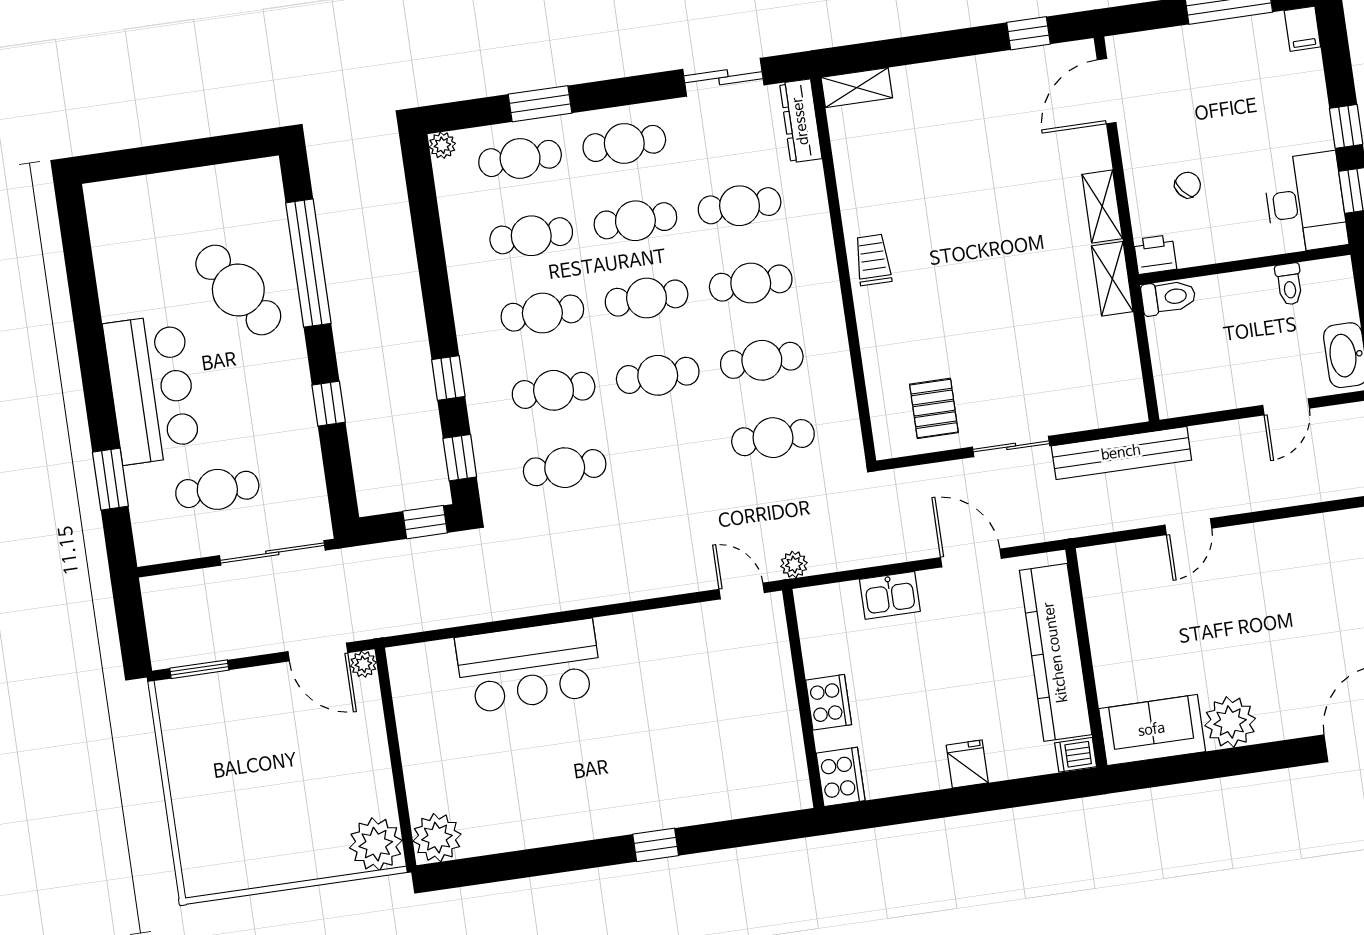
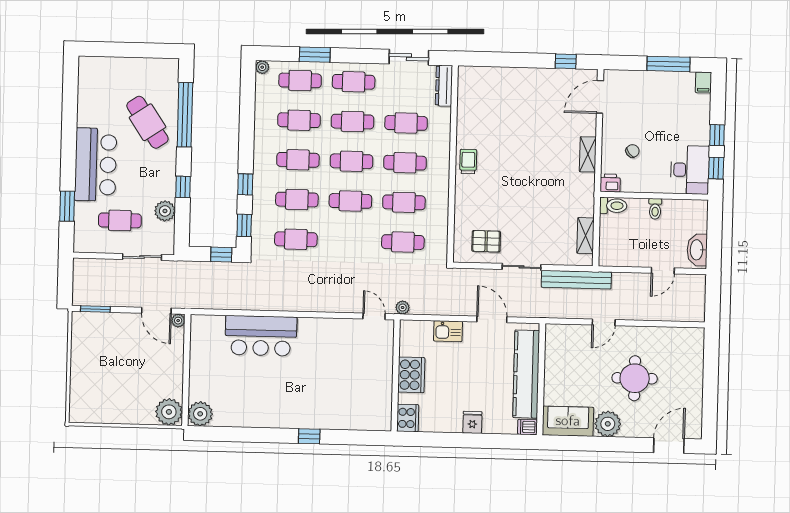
shelving: (857, 88) -> (475, 74), removed
shelving: (1112, 279) -> (586, 236), moved
toilet: (1289, 284) -> (655, 209), moved
pallet: (934, 408) -> (486, 241), turned 90
plant: (301, 456) -> (165, 211), added
sliding door: (272, 553) -> (142, 257), width x0.73
round table: (1267, 625) -> (635, 378), added
cooker: (829, 702) -> (411, 375), width x1.37, depth x1.31

